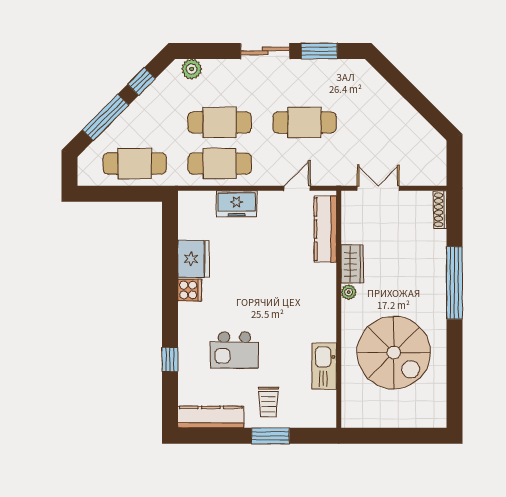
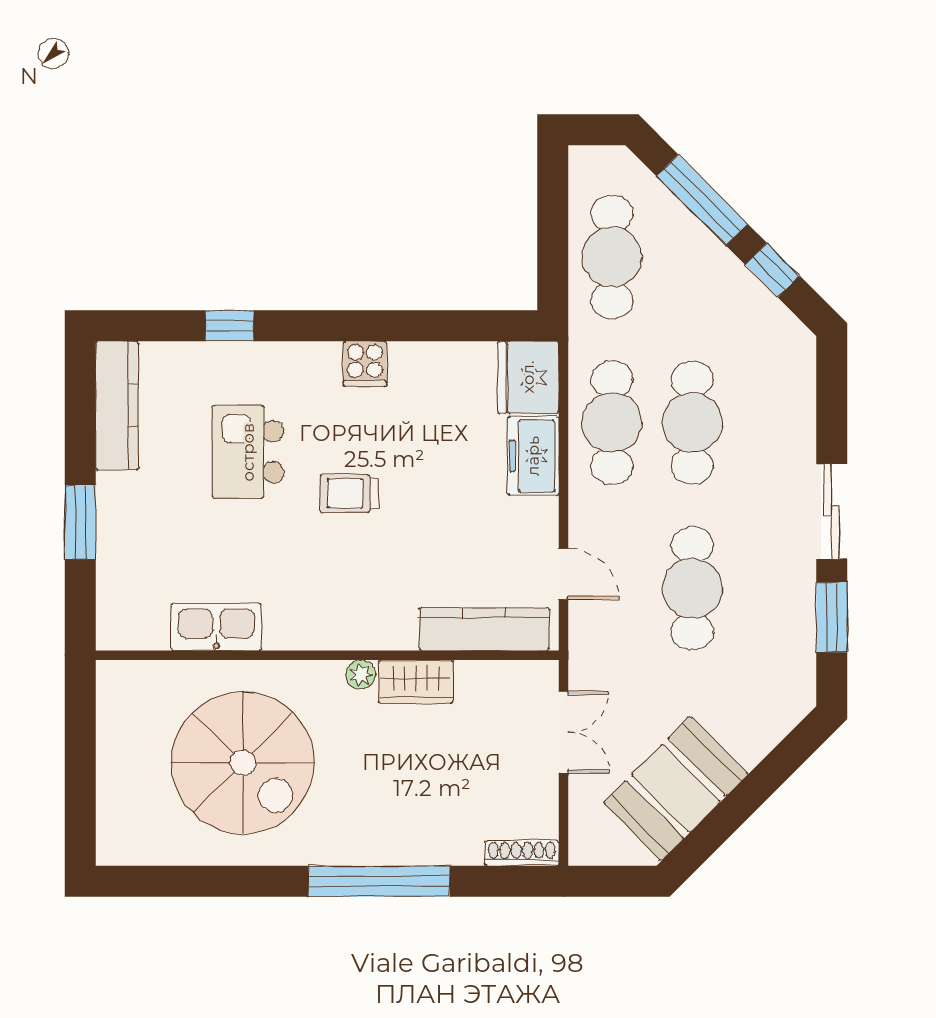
plant: (192, 69) -> (796, 368), removed
booth: (407, 131) -> (676, 788), added
fridge: (194, 259) -> (528, 377), moved, turned 90
spiral stairs: (394, 353) -> (243, 763), turned -90
trolley: (268, 402) -> (349, 493), moved

